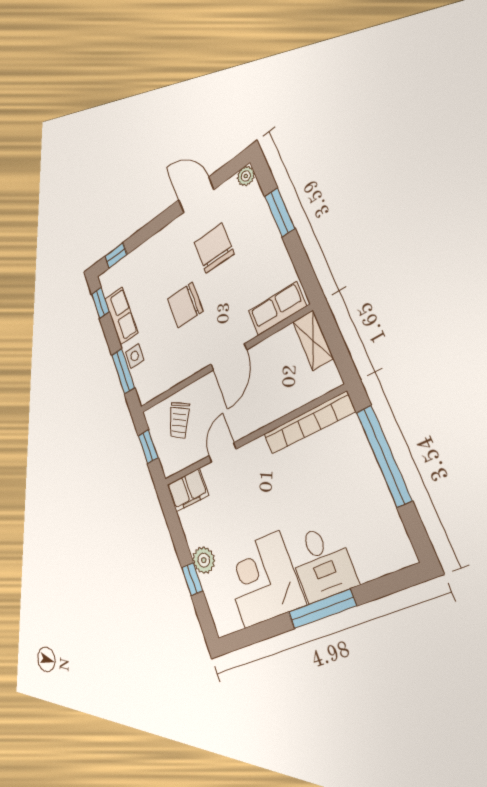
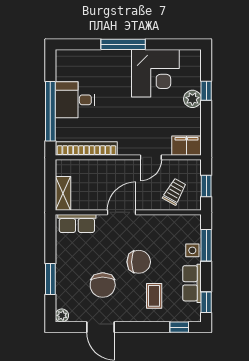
coffee table: (154, 274) -> (154, 296), added
desk: (322, 563) -> (75, 100), moved, turned -90

